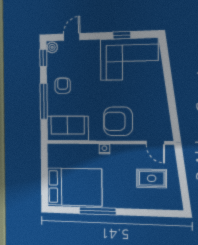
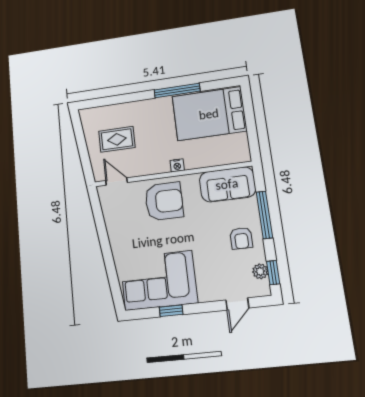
plant: (52, 47) -> (260, 271), moved

